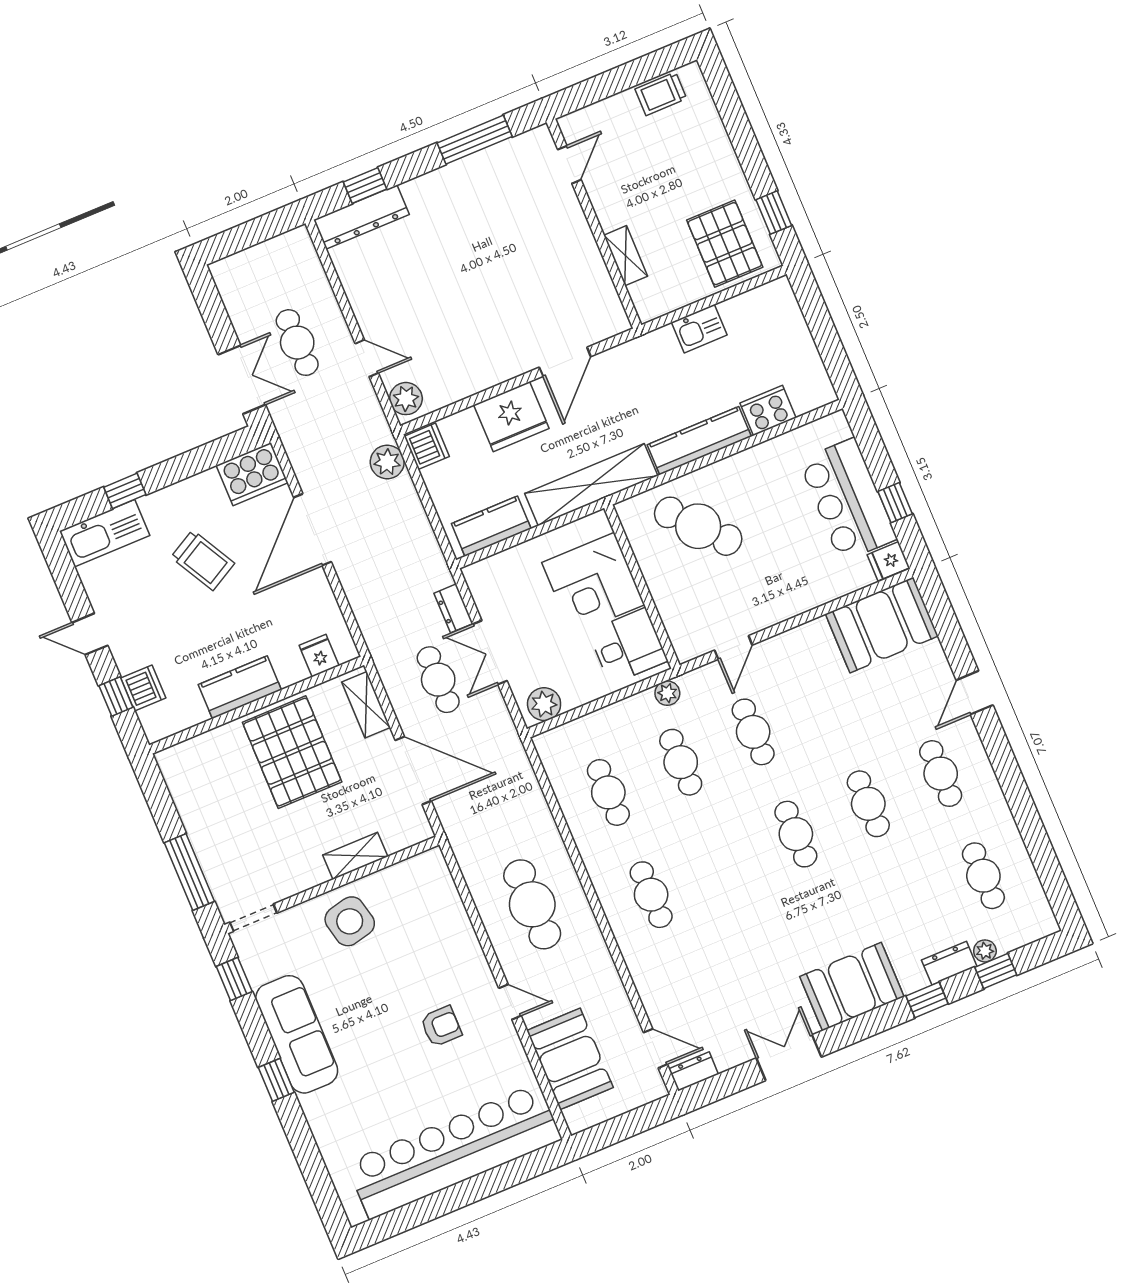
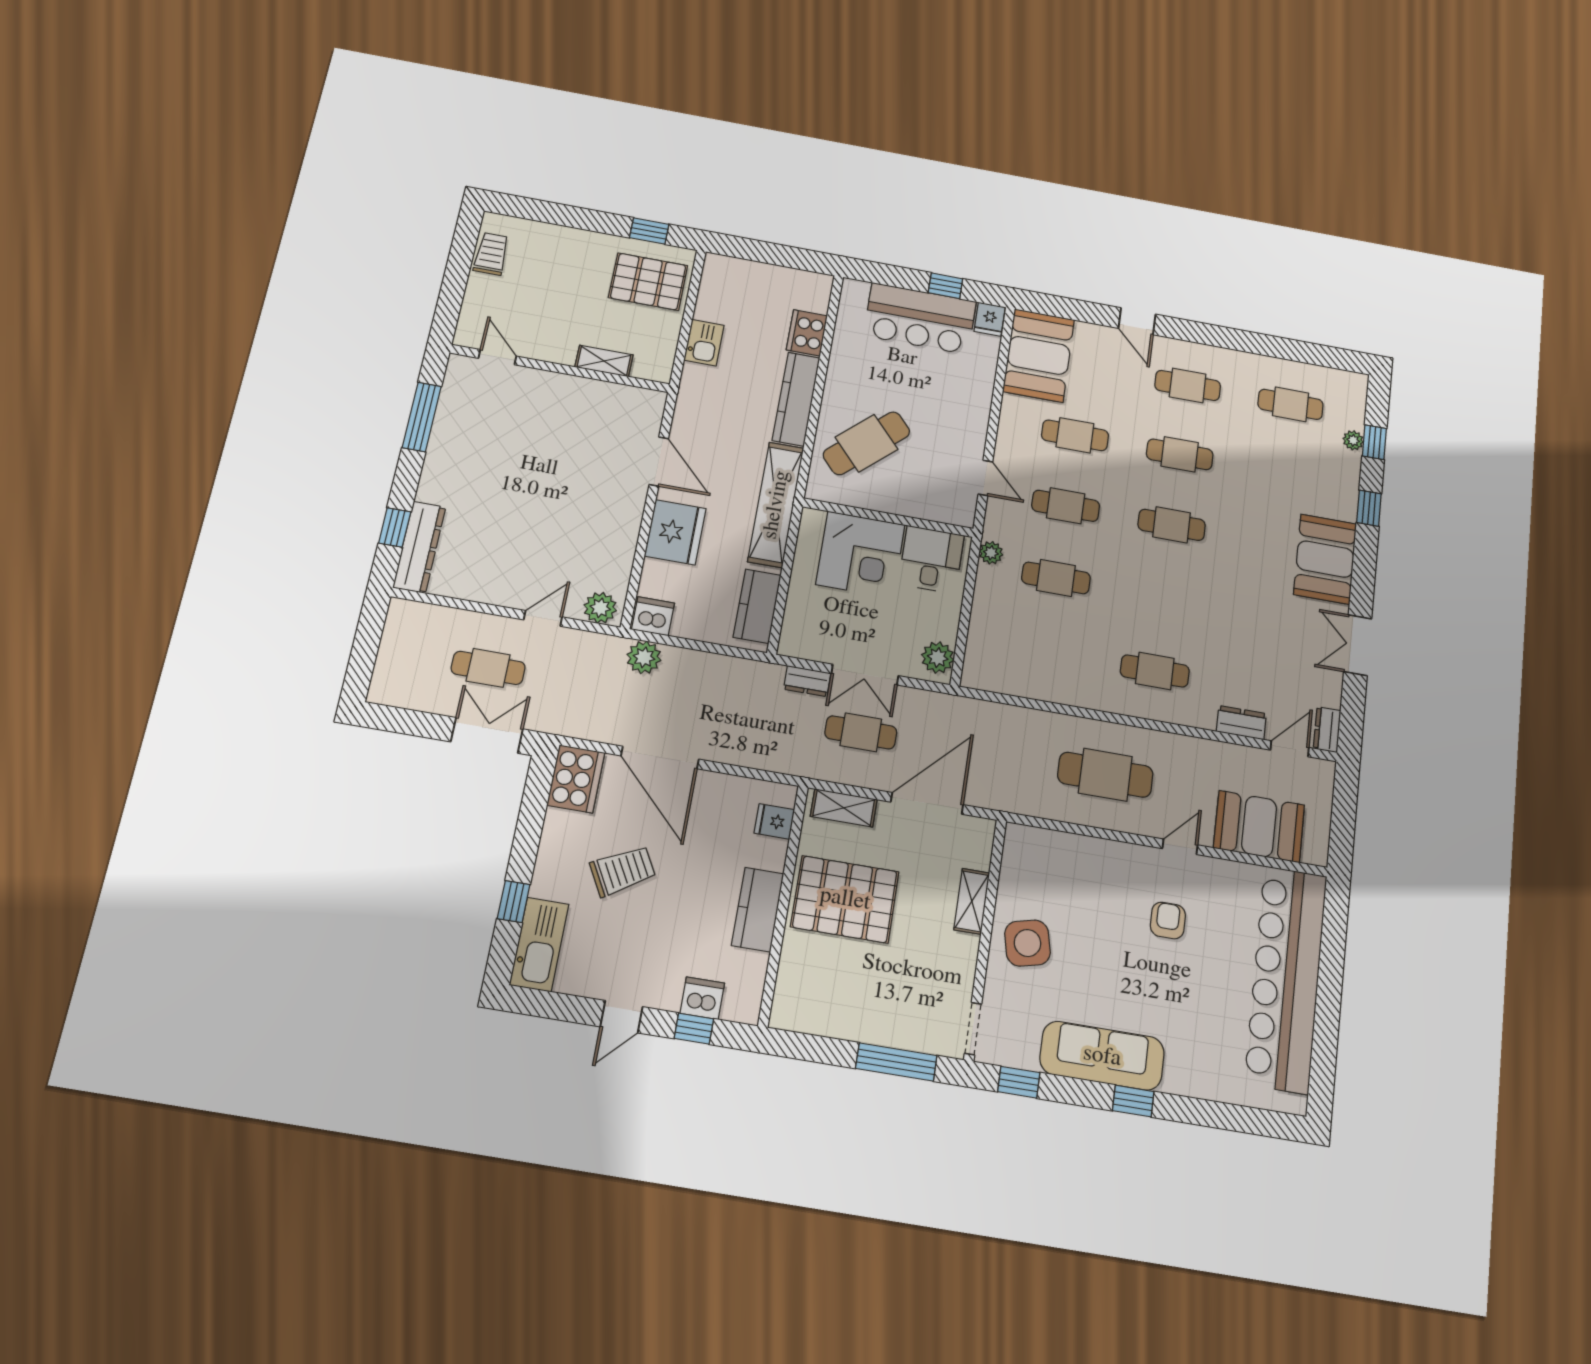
trolley: (661, 94) -> (491, 254), turned 180
cafe table: (608, 792) -> (1075, 435), moved
dresser: (949, 963) -> (1241, 723), moved, turned 90

